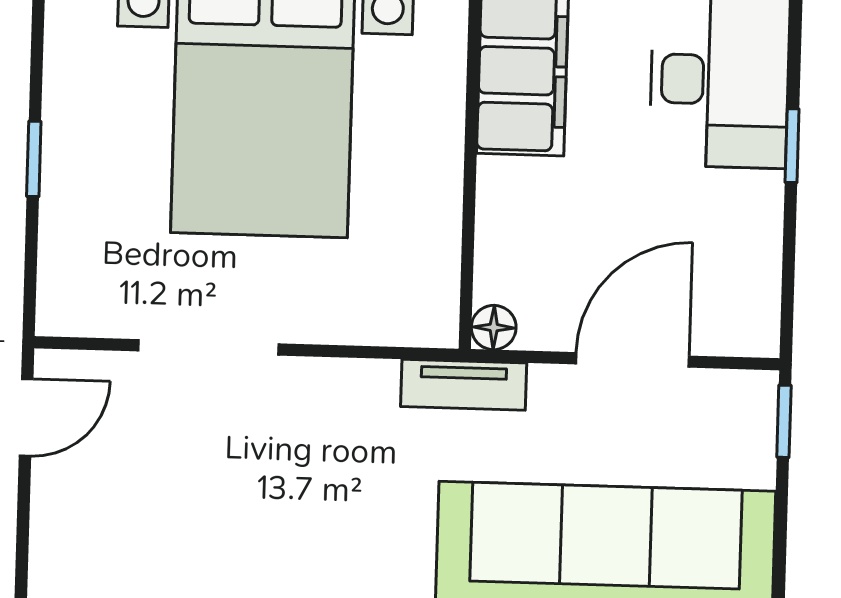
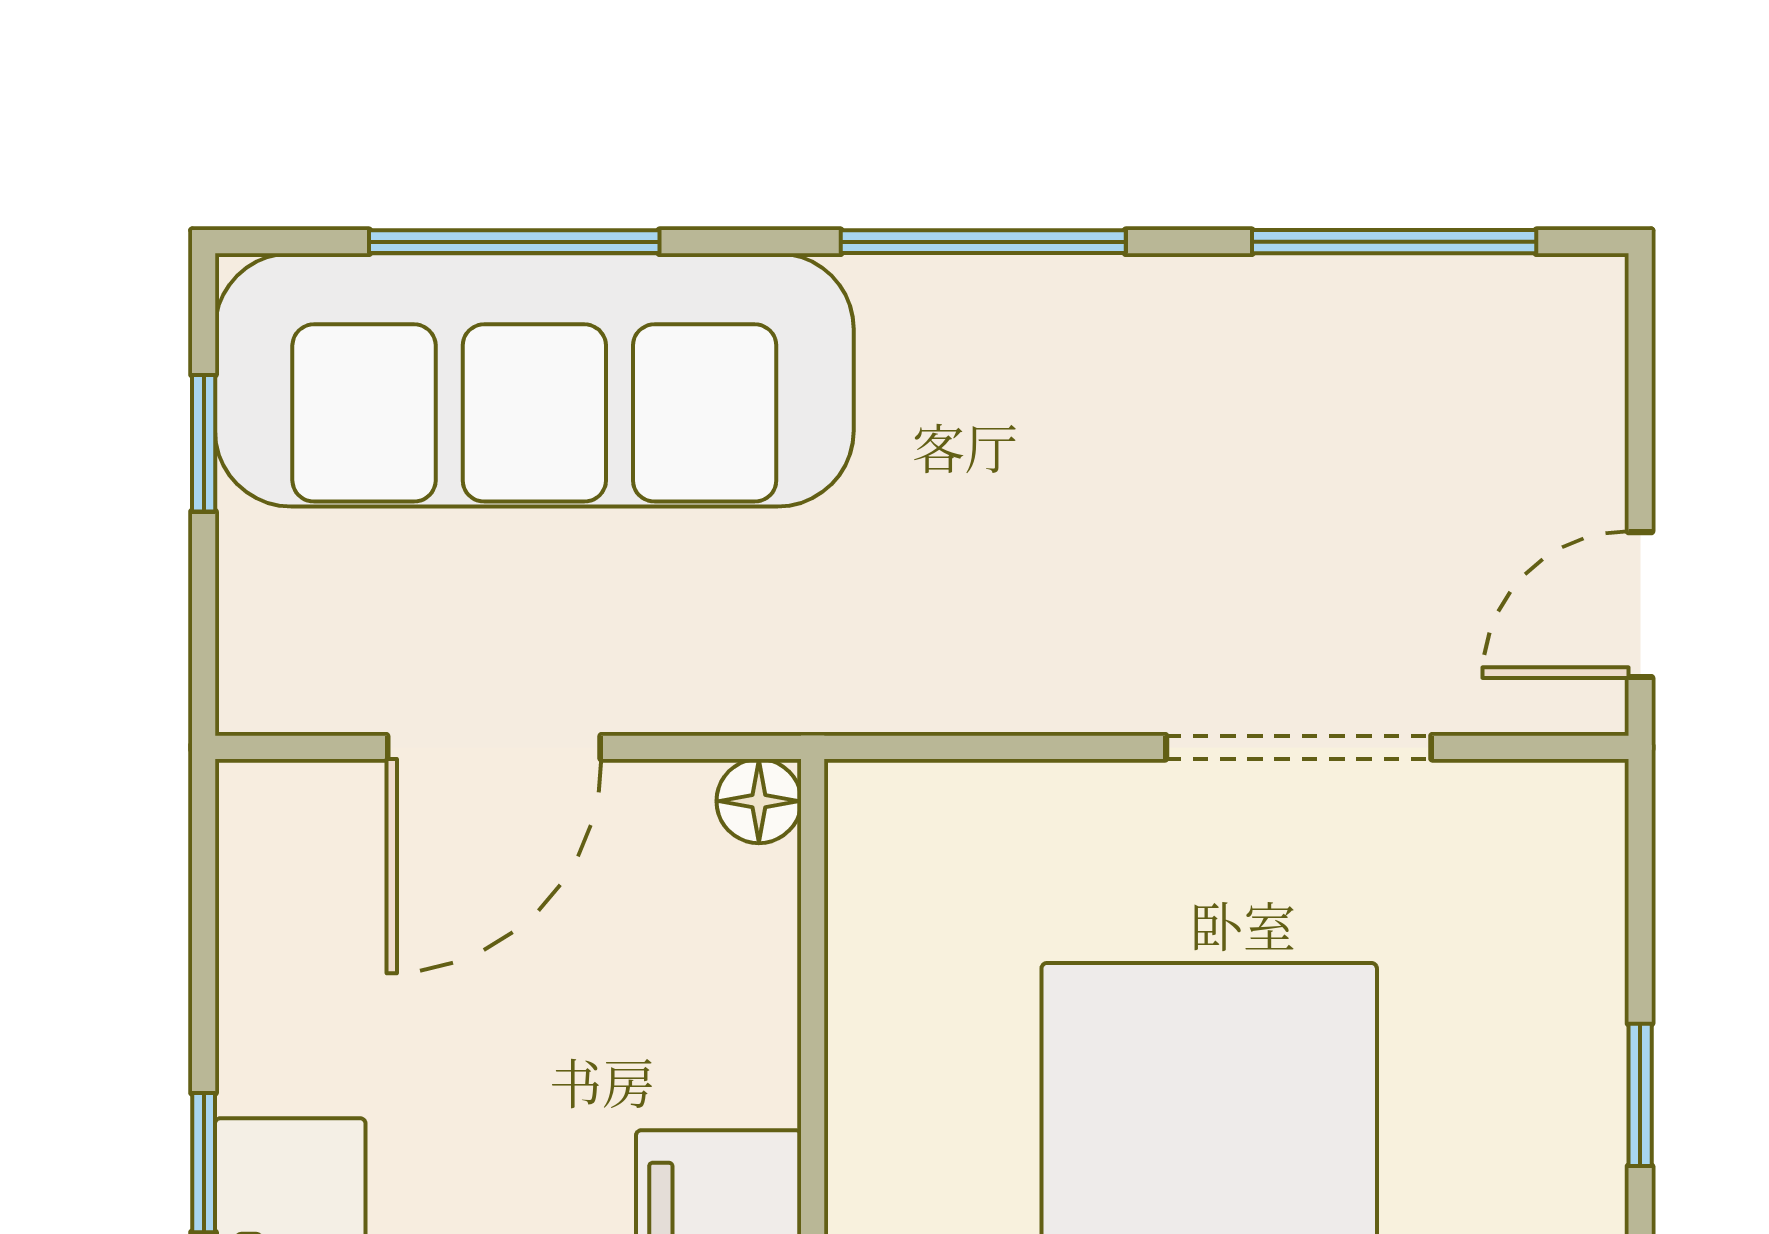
tv unit: (464, 385) -> (813, 691), removed
window: (784, 421) -> (204, 443), moved

